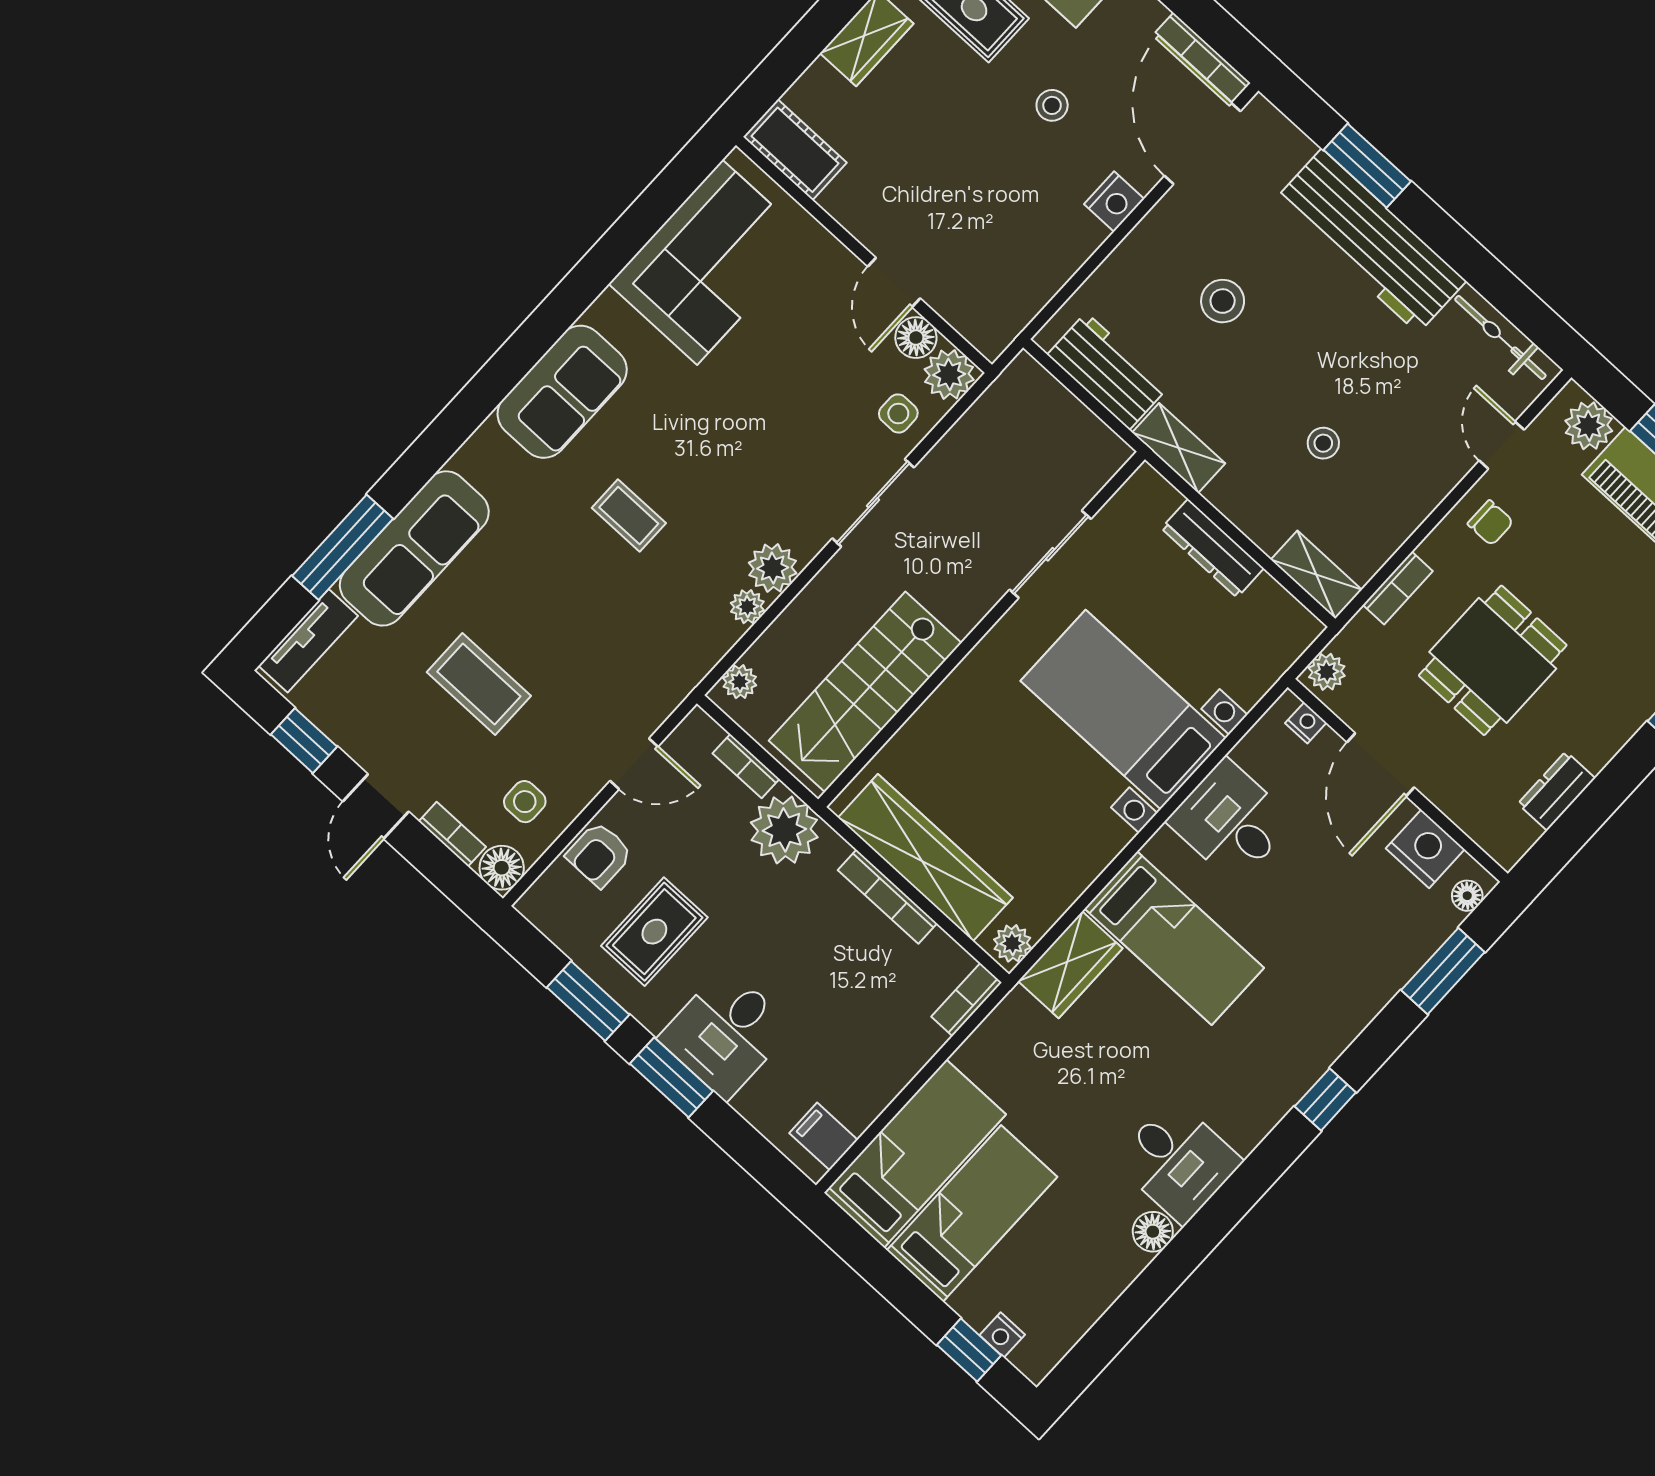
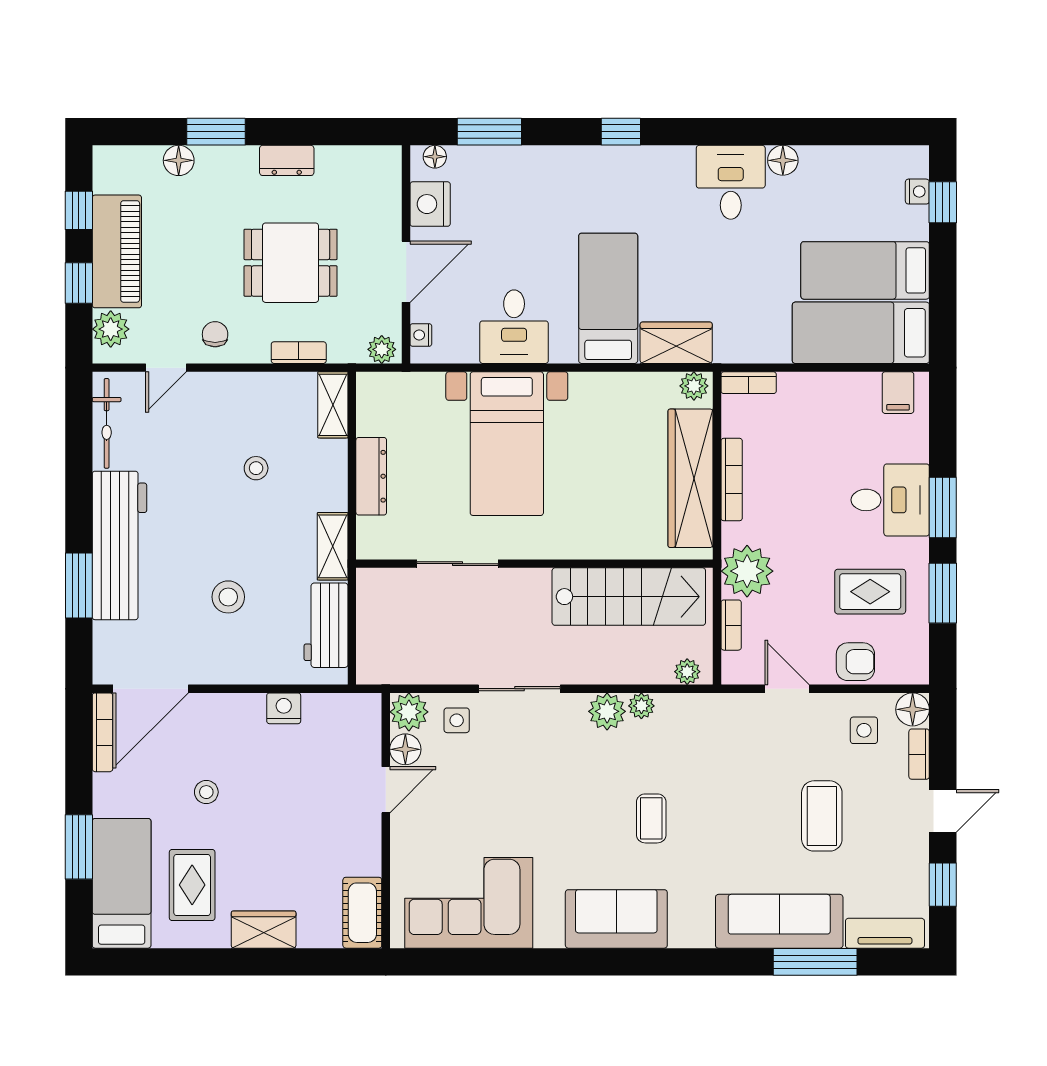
nightstand: (1114, 201) -> (284, 708), moved
dresser: (1556, 791) -> (287, 160), moved

